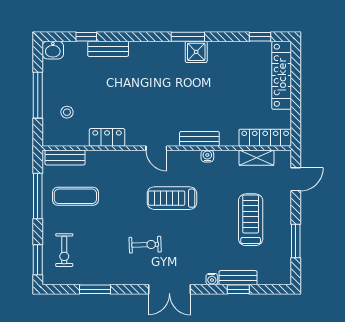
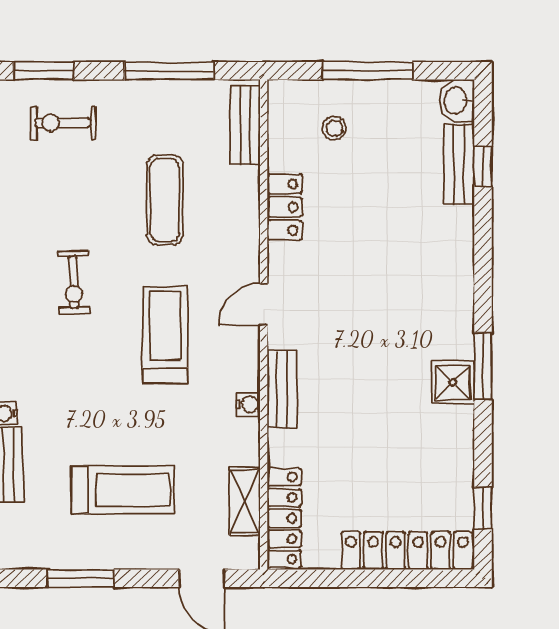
bench: (108, 49) -> (459, 164), moved
exercise mat: (75, 196) -> (165, 200), moved

